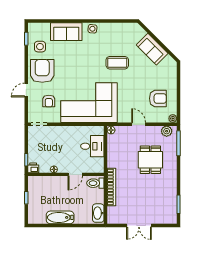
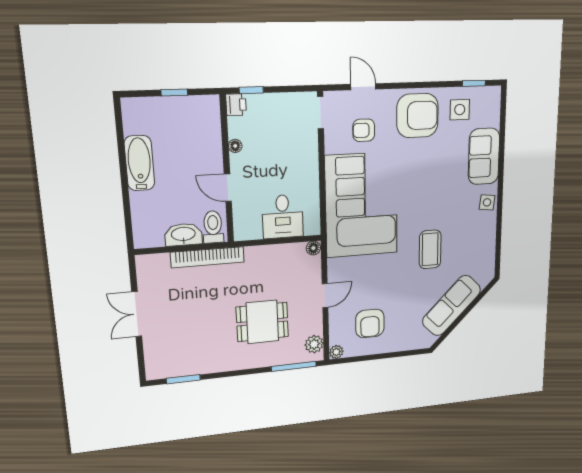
sofa: (152, 49) -> (452, 306), width x1.36
door: (26, 90) -> (363, 87), moved
washbasin: (98, 213) -> (183, 235), moved

